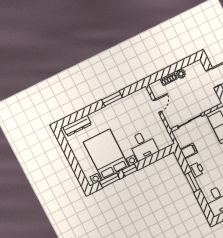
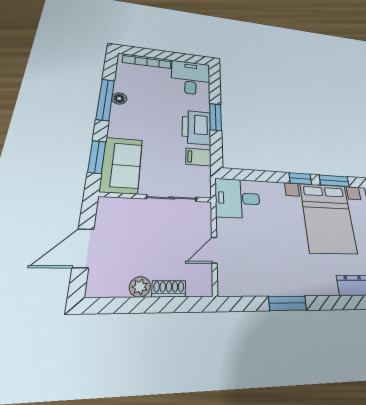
desk: (143, 145) -> (238, 198), moved, turned -90
printer: (197, 170) -> (196, 127), width x1.87, depth x1.48

